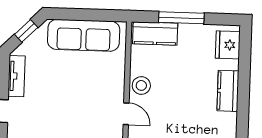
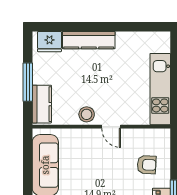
kitchen counter: (228, 91) -> (89, 40), width x1.50
door: (126, 114) -> (111, 127), swing flipped

